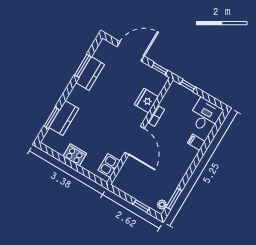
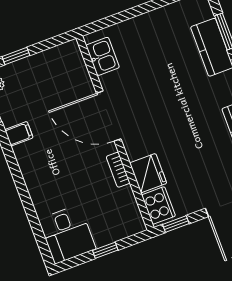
window: (188, 86) -> (105, 250), moved
filing cabinet: (196, 142) -> (19, 134), moved
cooker: (75, 155) -> (158, 205), moved, turned -90

